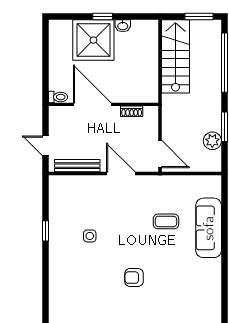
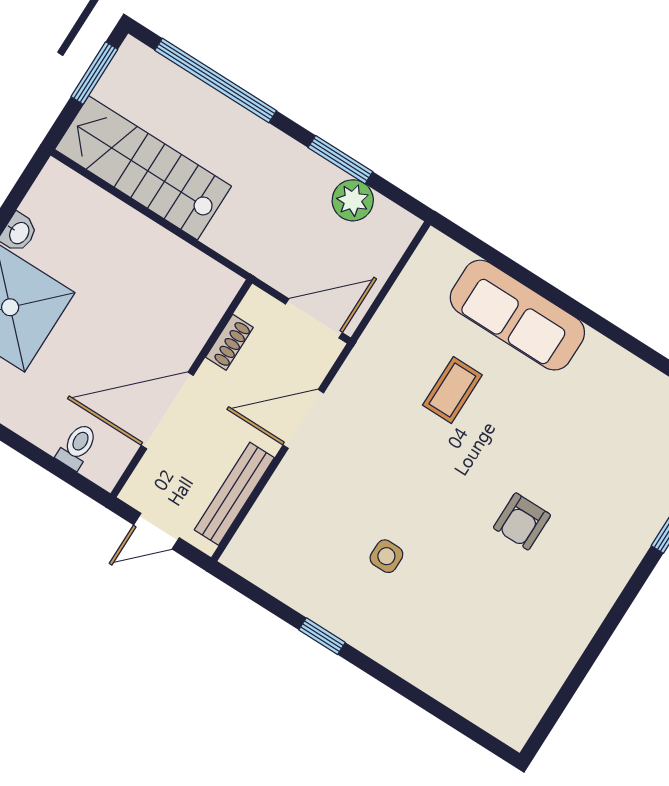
door: (92, 104) -> (167, 410), moved
wall: (104, 104) -> (181, 388), moved
shoe rack: (132, 111) -> (229, 342), moved

